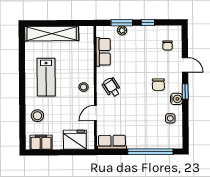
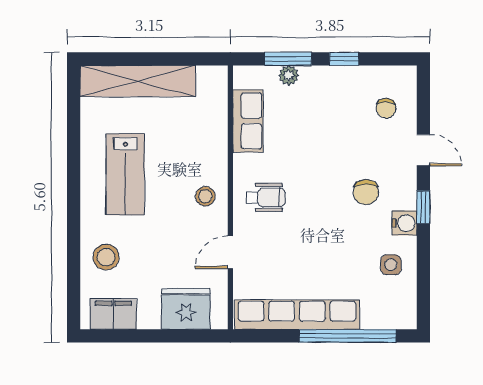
wheelchair: (112, 87) -> (266, 197), turned 123
row of seats: (112, 142) -> (297, 315), width x2.02

